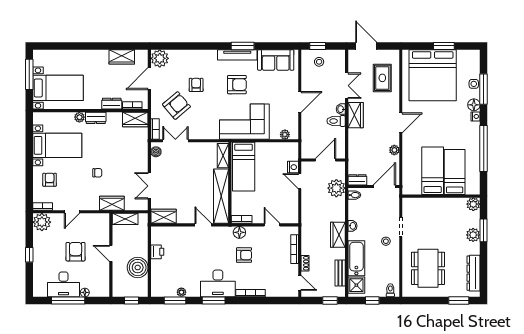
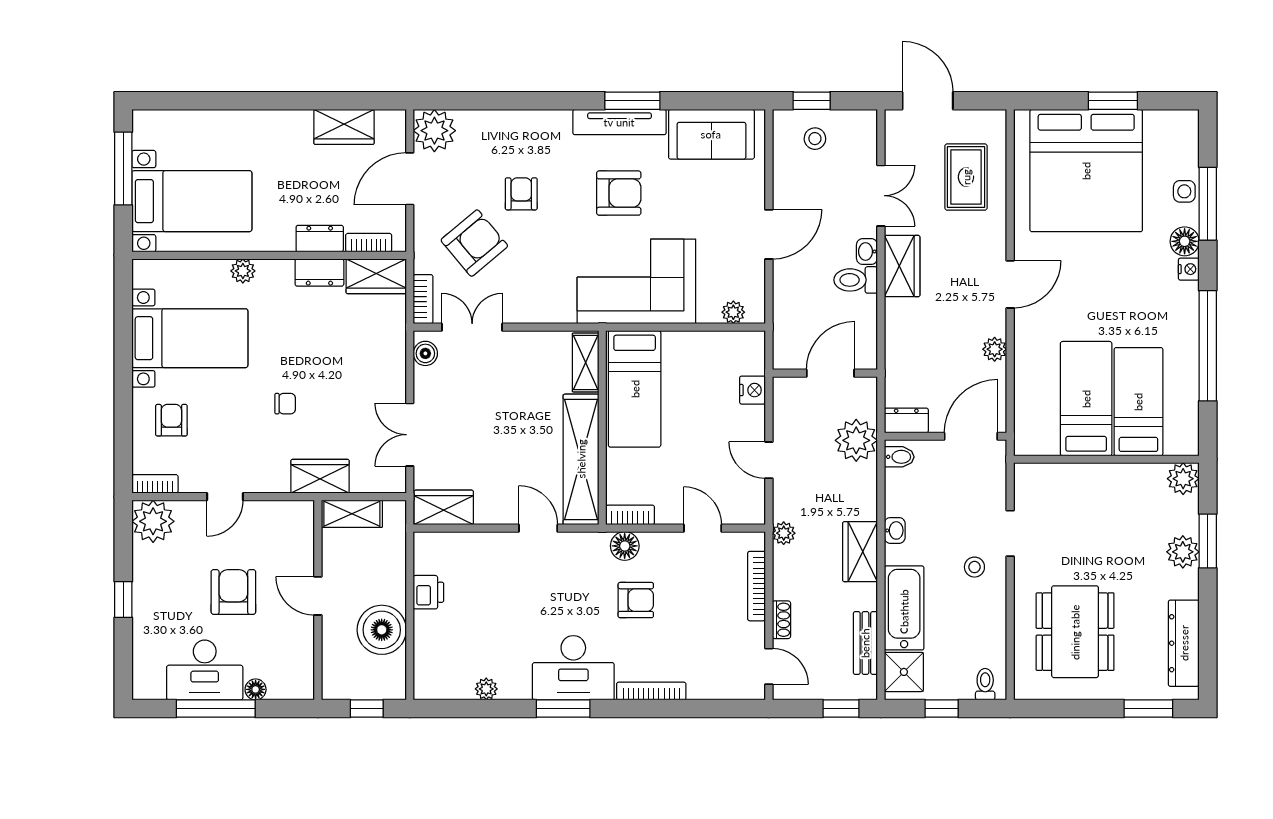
dresser: (96, 118) -> (319, 272), moved
door: (300, 181) -> (769, 460), moved
plant: (306, 227) -> (784, 533), added
window: (175, 300) -> (471, 709), removed

